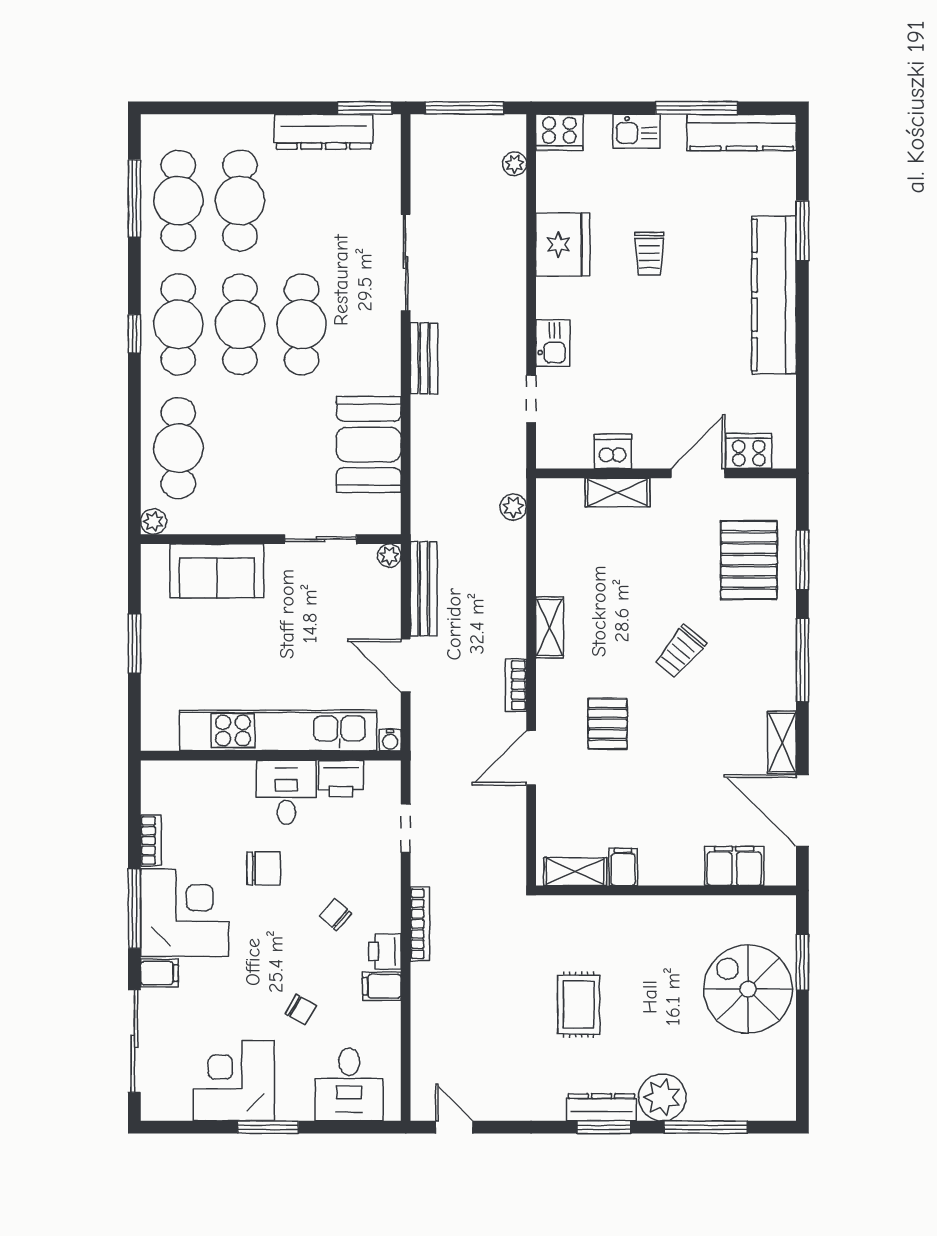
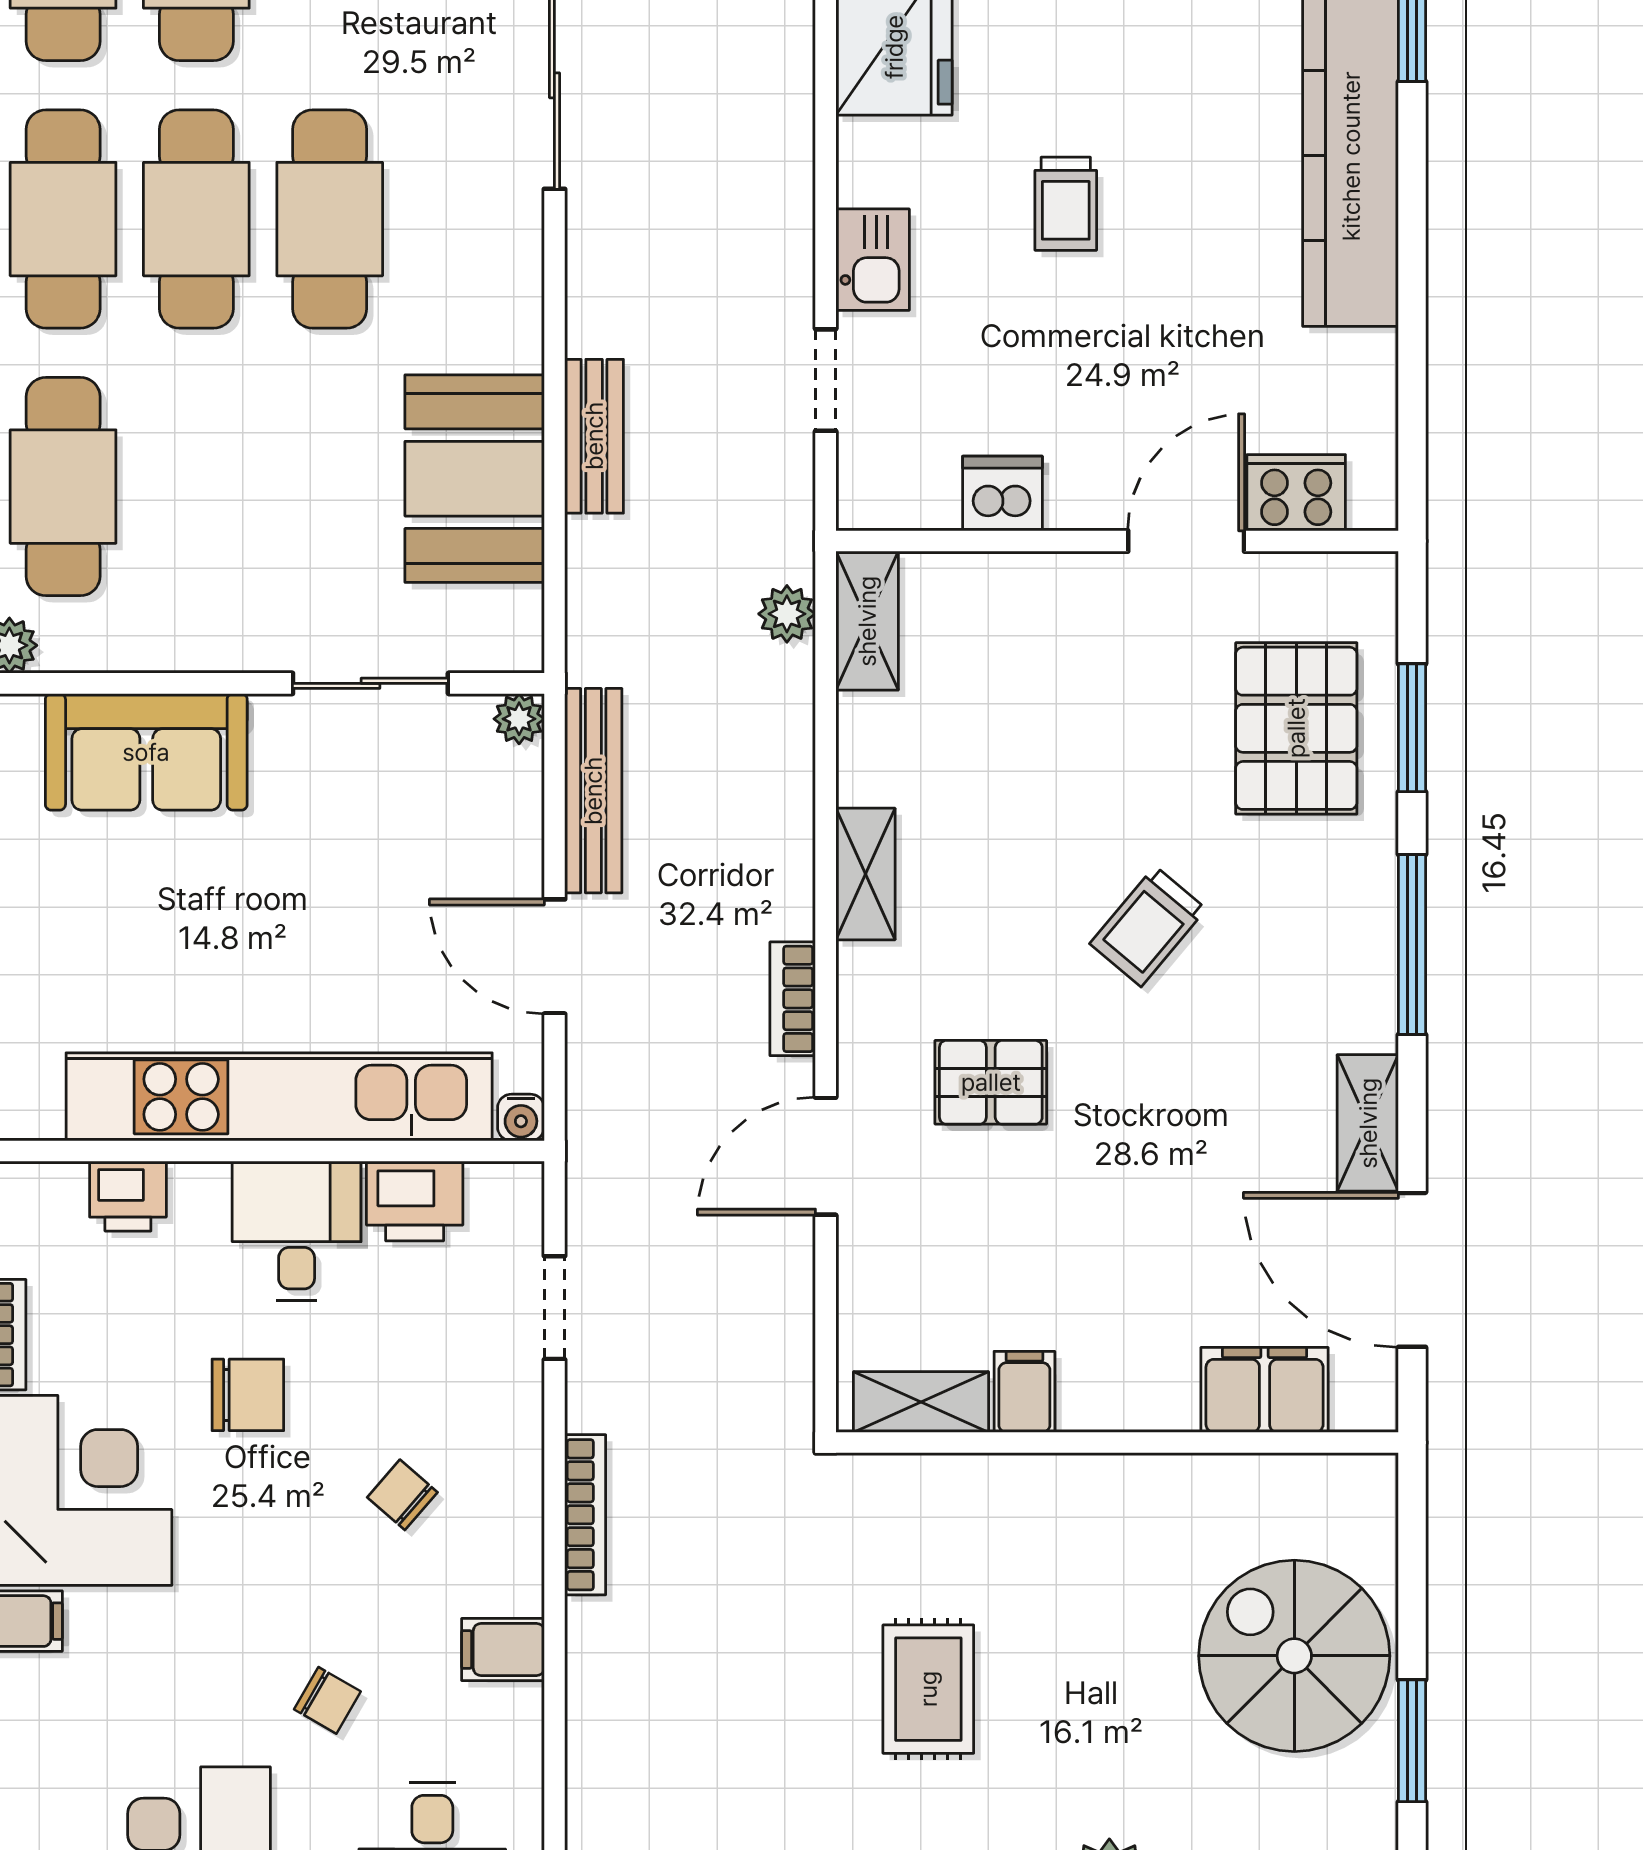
trolley: (649, 254) -> (1066, 204), moved
bench: (424, 358) -> (594, 436), moved
shelving: (618, 492) -> (867, 621), moved, turned 90
pallet: (608, 724) -> (991, 1082), turned 90
printer: (385, 952) -> (128, 1196), moved, turned -90
window: (802, 962) -> (1412, 1741), moved

